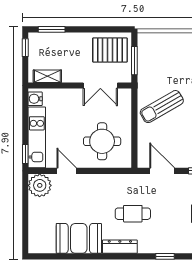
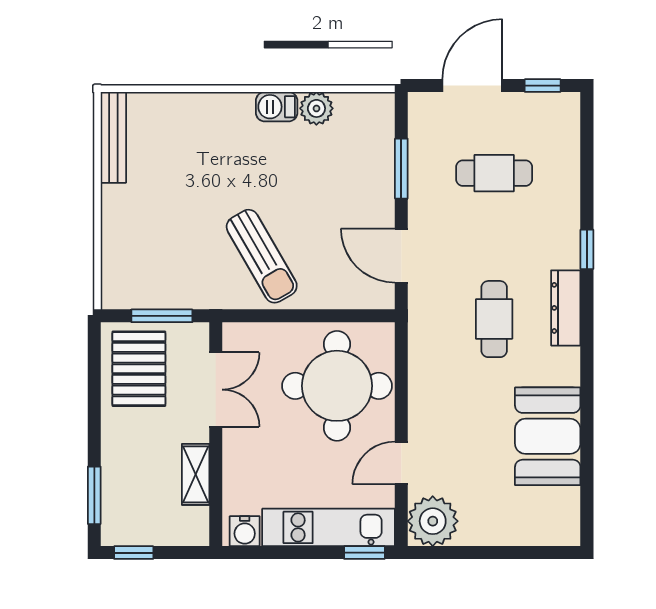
shelving: (47, 76) -> (196, 474), moved
round table: (102, 141) -> (337, 386), width x1.36, depth x1.36
door: (162, 171) -> (401, 256), hinge flipped
dresser: (120, 247) -> (566, 308), moved

